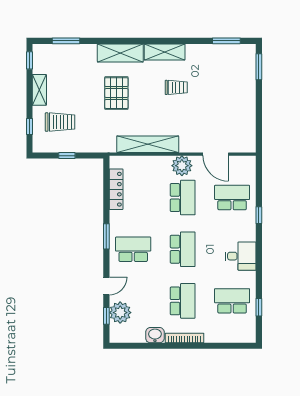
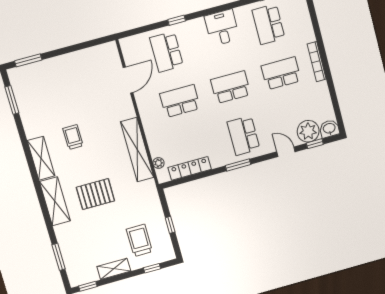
plant: (182, 166) -> (158, 163), moved, width x0.53, depth x0.53
washbasin: (155, 335) -> (329, 129), moved, turned 90

